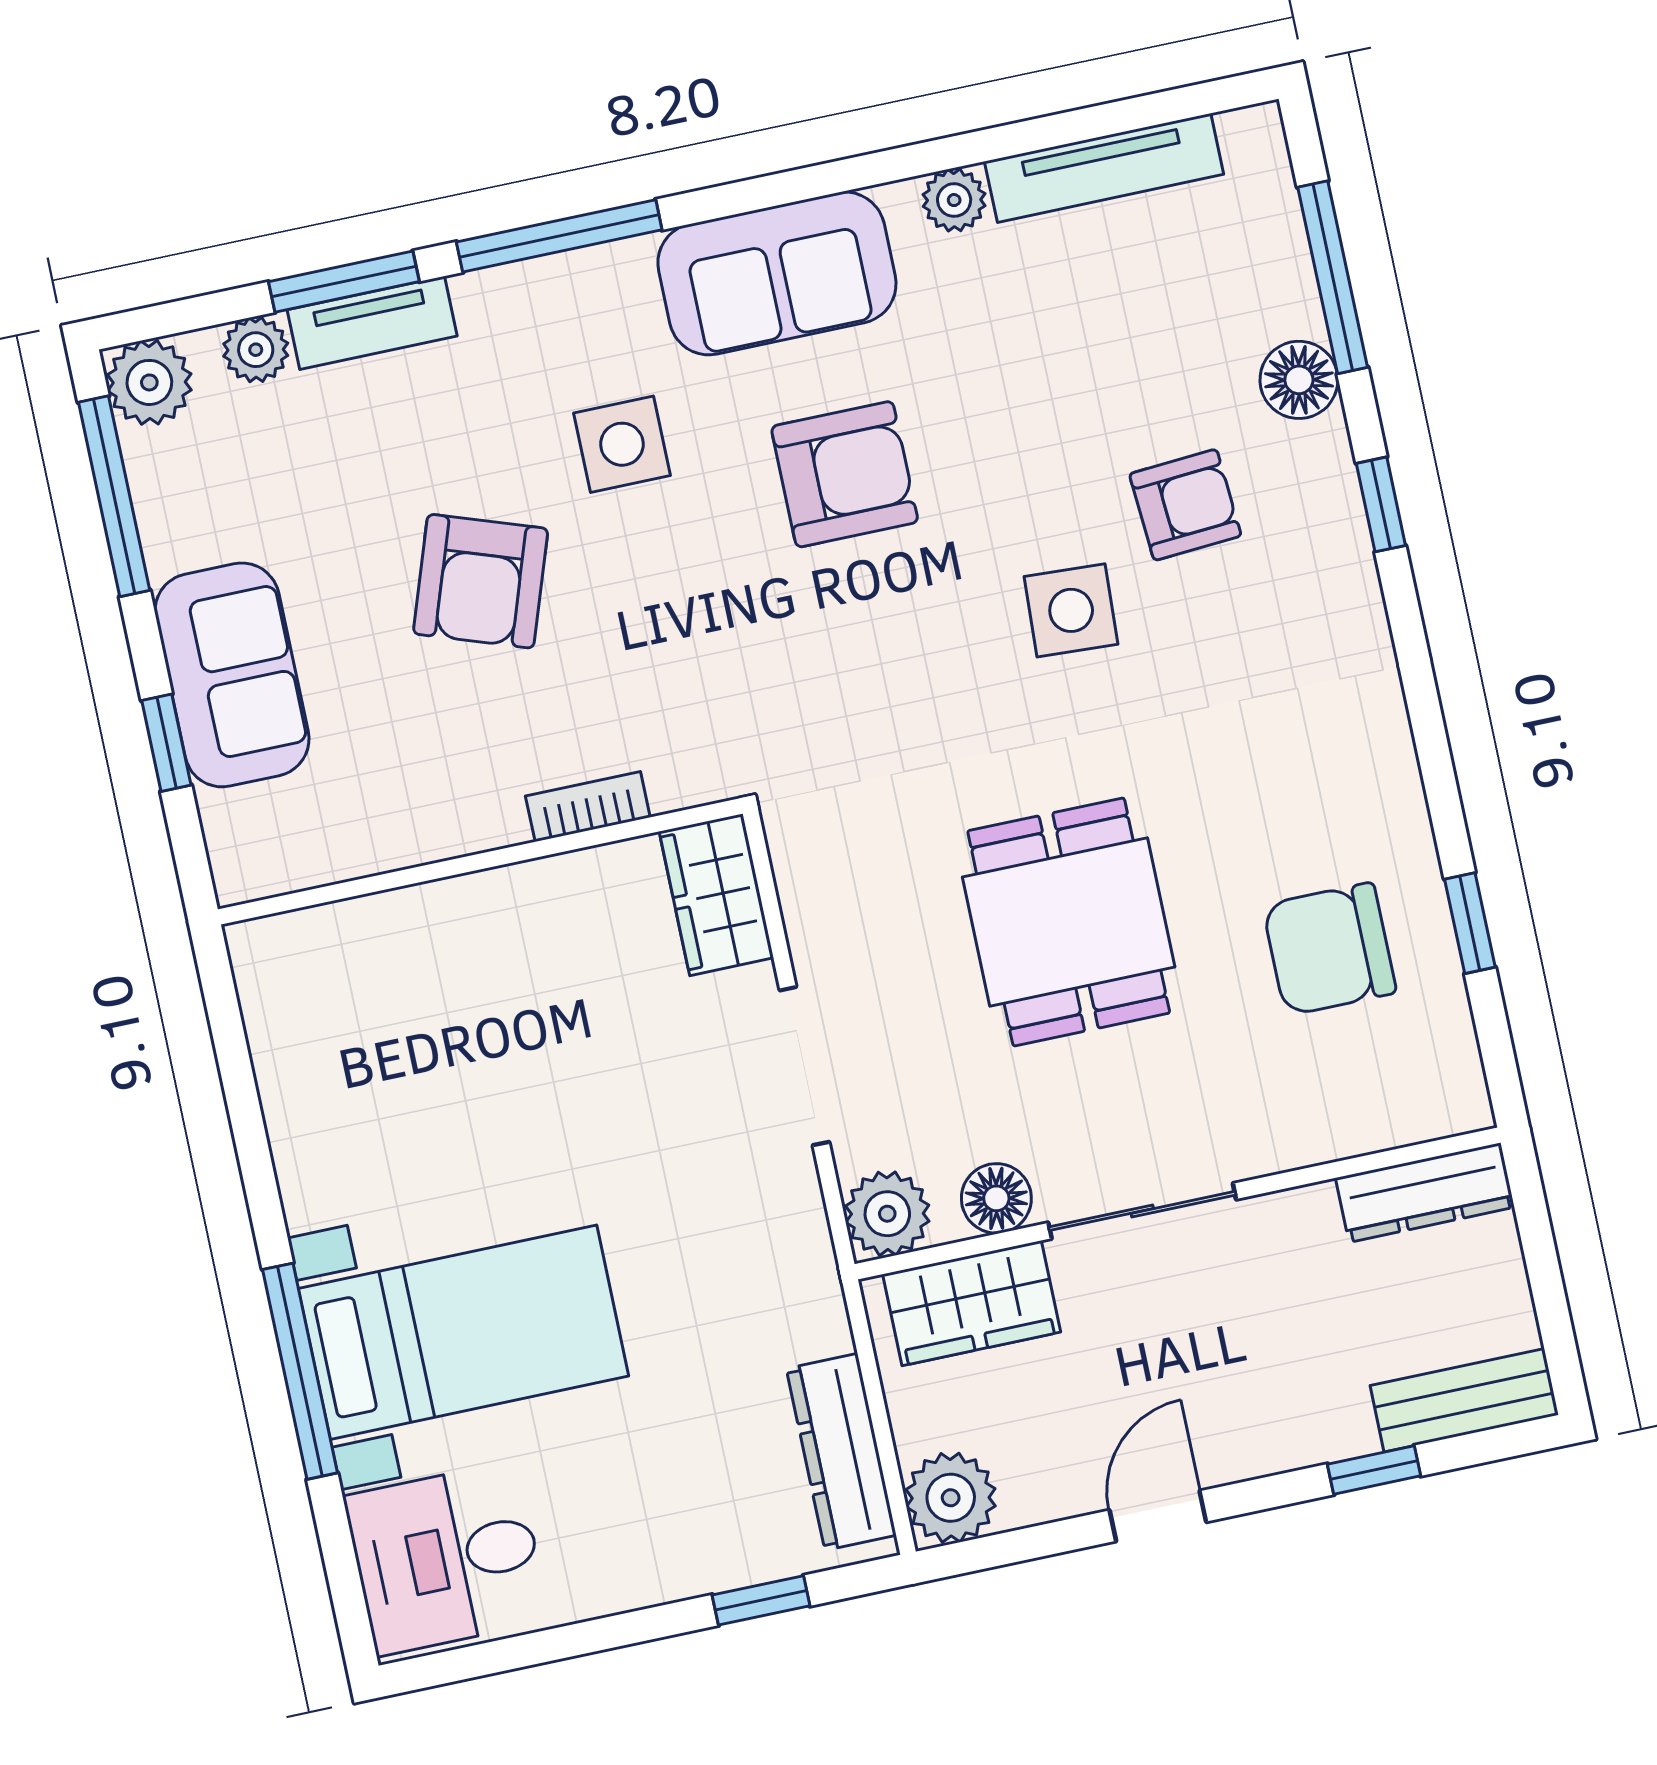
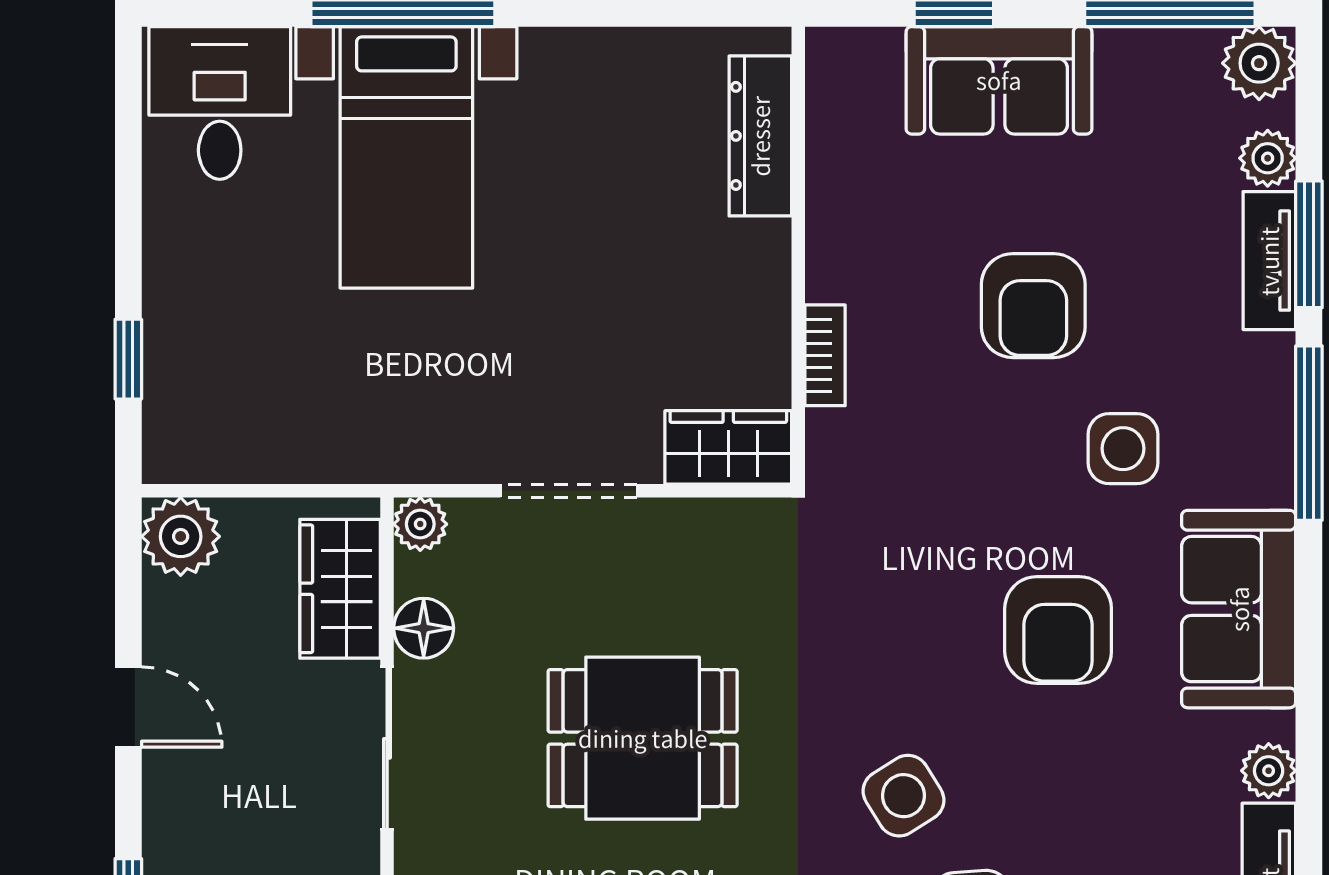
armchair: (481, 581) -> (1033, 306), turned -109
side table: (1071, 610) -> (903, 796), turned -35
plant: (887, 1214) -> (420, 524), width x0.73, depth x0.73
dresser: (841, 1452) -> (760, 136), moved, turned -90

